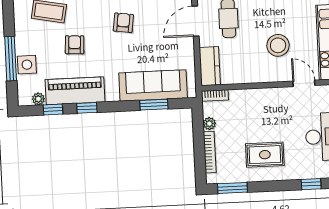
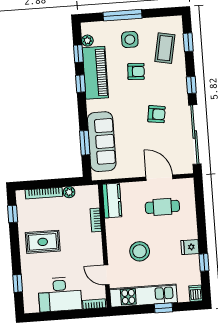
side table: (27, 65) -> (130, 40), moved
kitchen counter: (210, 66) -> (112, 200), moved, turned -90
door: (304, 83) -> (107, 275), swing flipped
bookcase: (215, 95) -> (96, 220), moved
rug: (265, 155) -> (43, 242), turned 90
window: (232, 188) -> (13, 214), width x0.67

